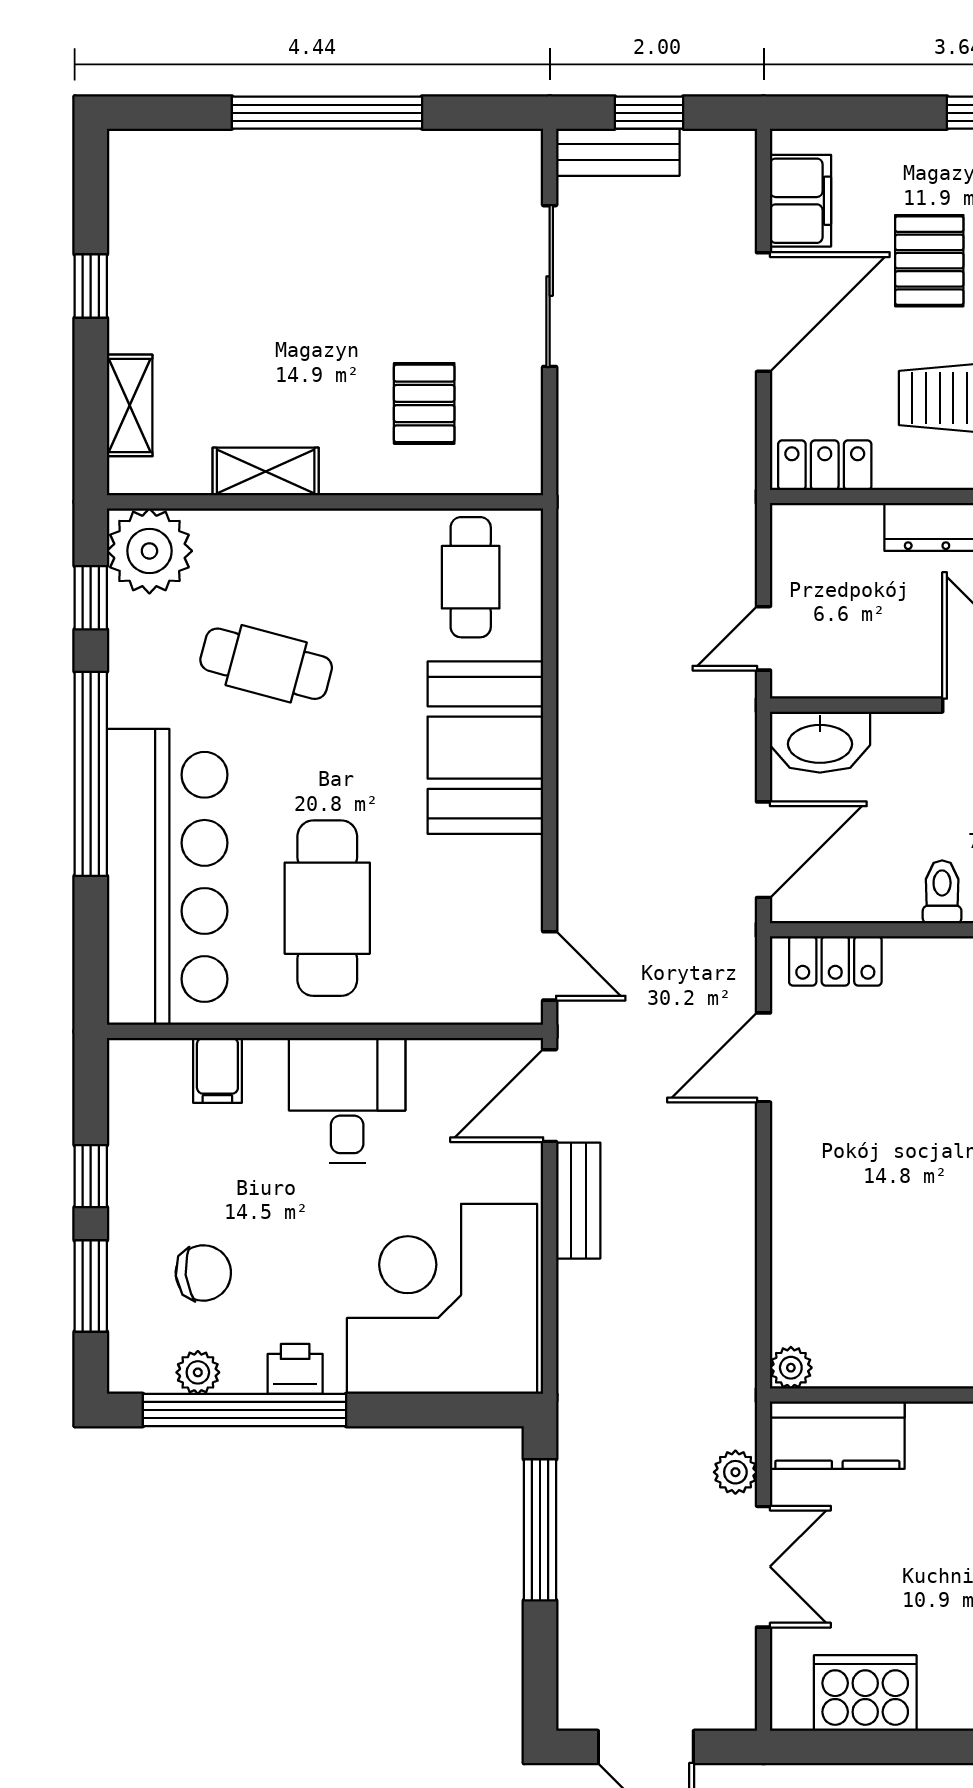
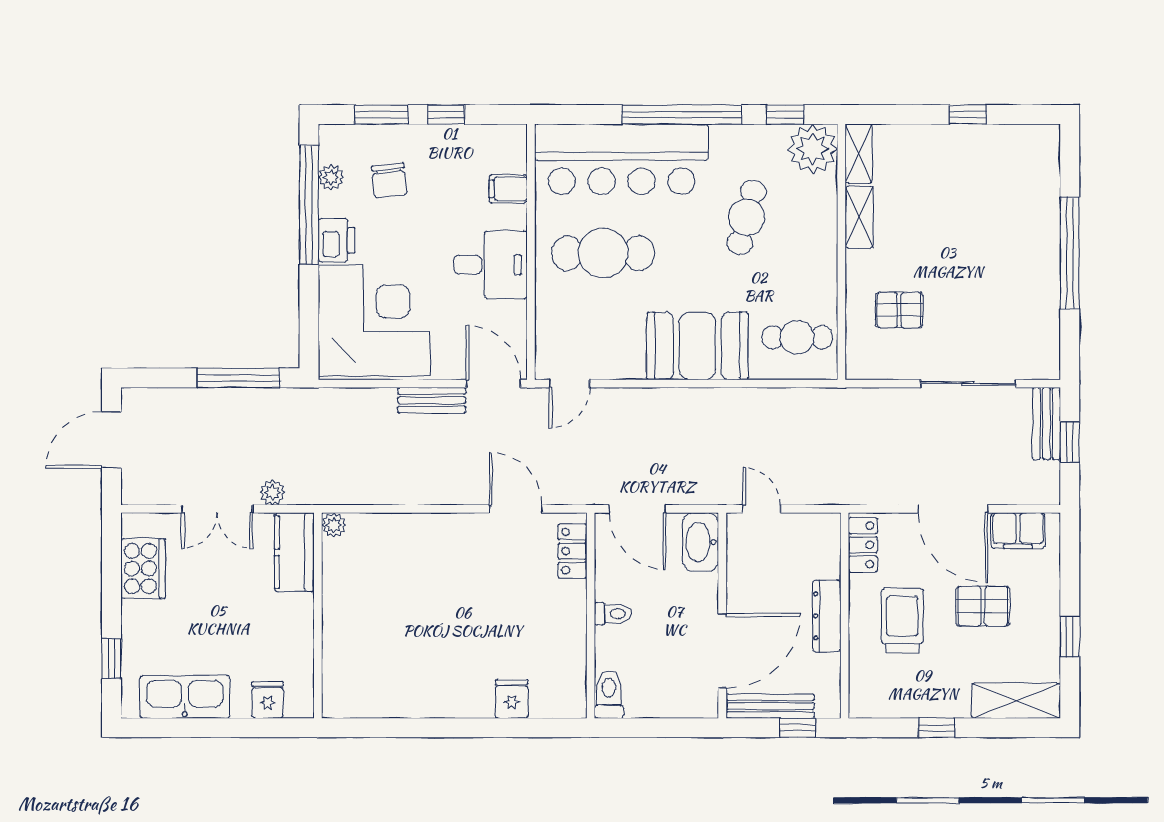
shelving: (130, 405) -> (859, 154), moved, turned 90
printer: (295, 1369) -> (337, 240), width x1.36, depth x1.24

